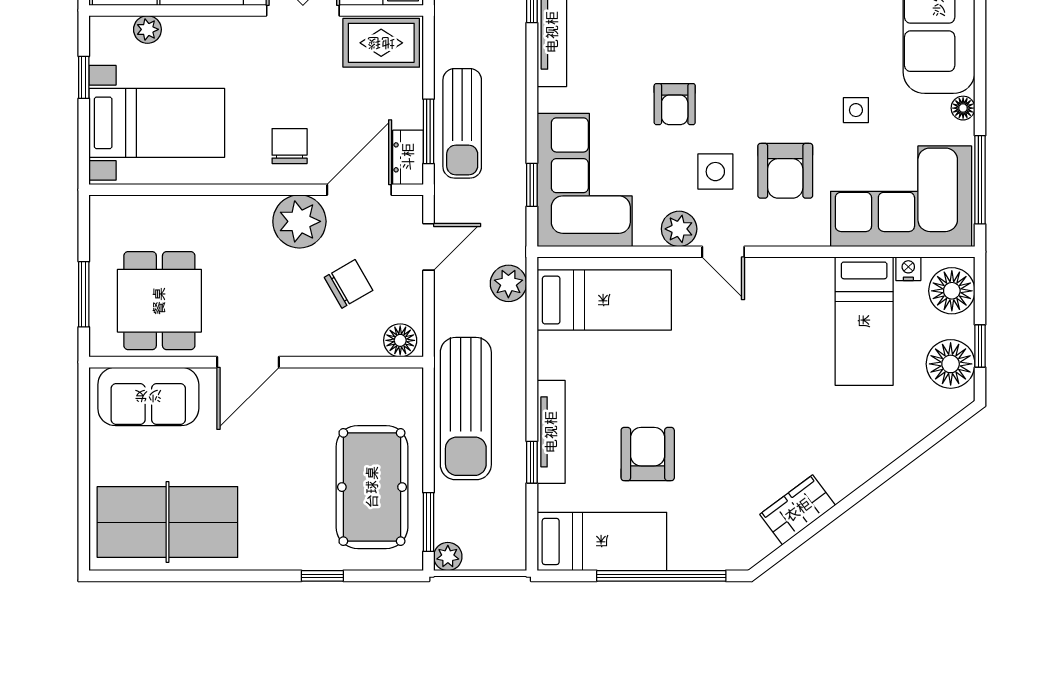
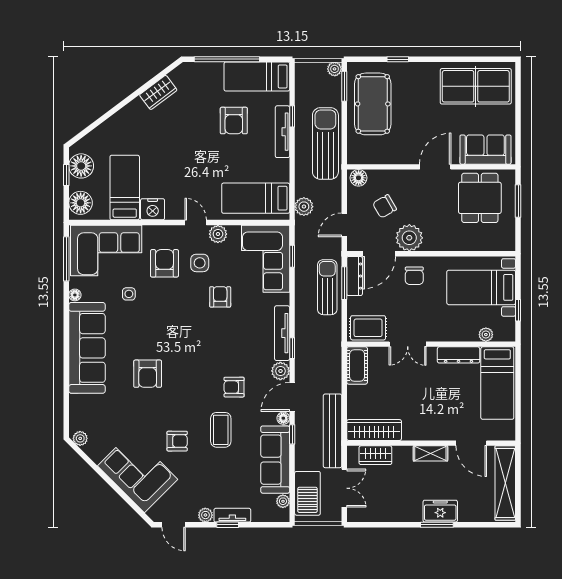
dresser: (408, 157) -> (355, 276), width x1.44
nightstand: (908, 269) -> (153, 209), moved, width x1.89, depth x1.79

